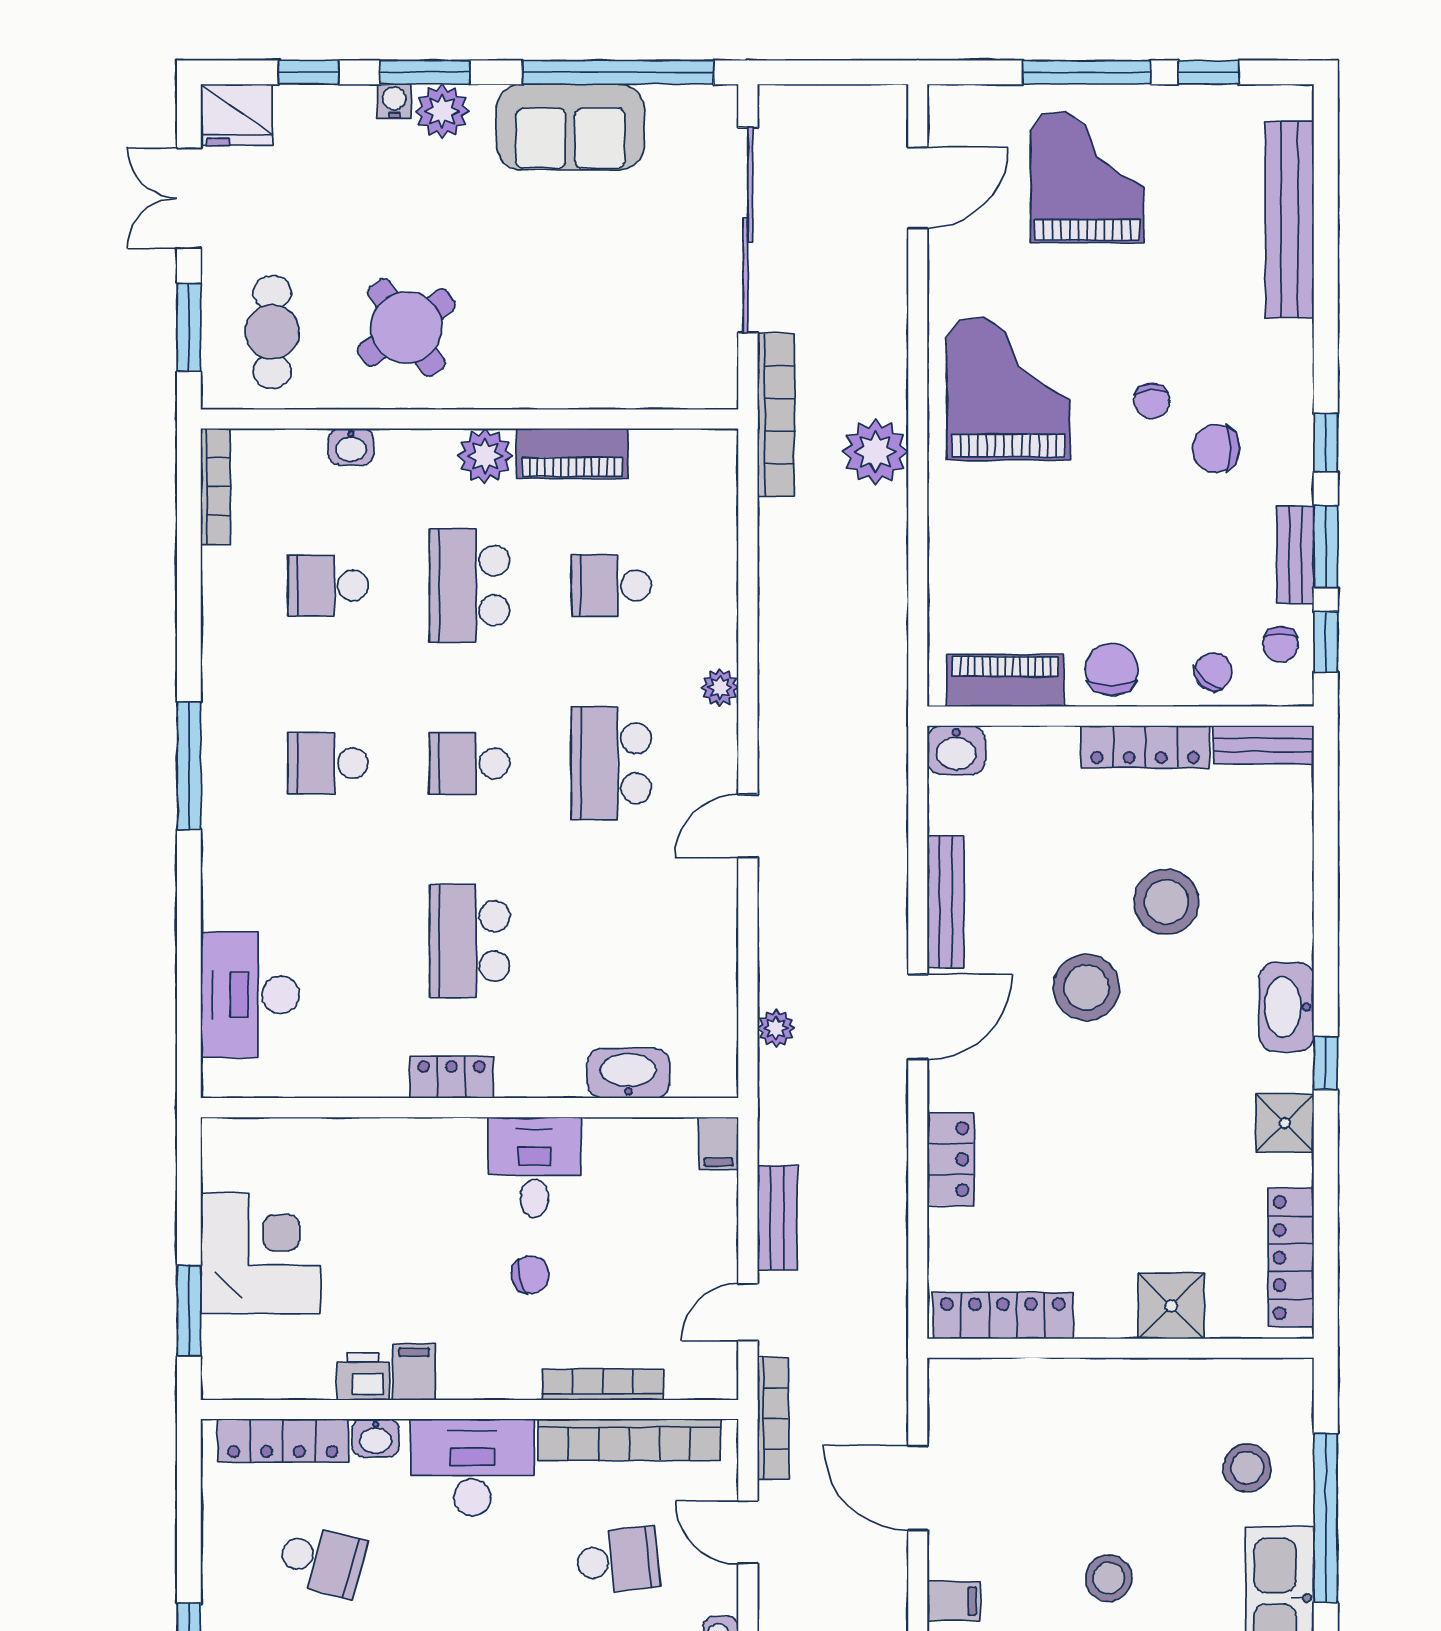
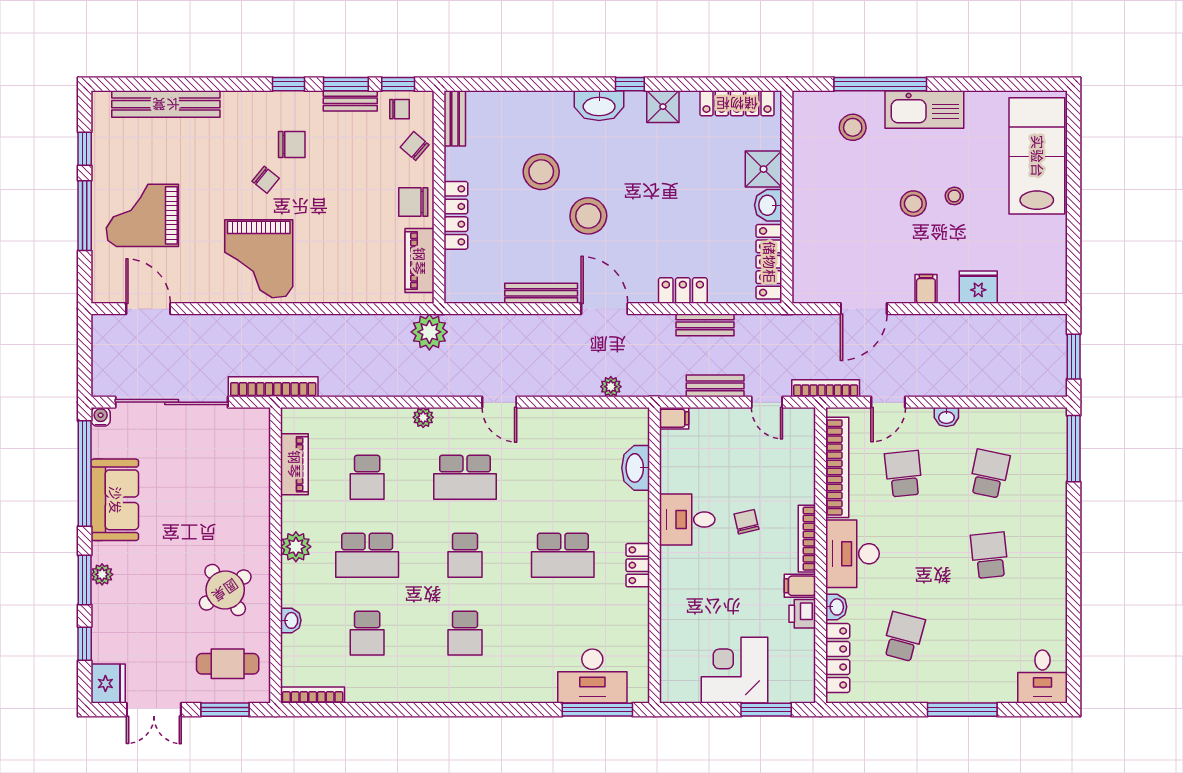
water cooler: (394, 101) -> (101, 417), moved, turned 90
plant: (442, 111) -> (102, 574), width x0.73, depth x0.73
grand piano: (1008, 389) -> (259, 259), turned -90
chair: (1152, 401) -> (266, 180), turned 42
chair: (1216, 448) -> (292, 144), turned -90
plant: (875, 452) -> (429, 332), moved
piano: (572, 453) -> (294, 464), moved
locker: (1145, 747) -> (456, 215), moved
washbasin: (956, 750) -> (768, 205), moved, turned 180
window: (189, 766) -> (597, 710), moved
bench: (888, 1200) -> (705, 325), added
bookcase: (603, 1385) -> (807, 539), moved

